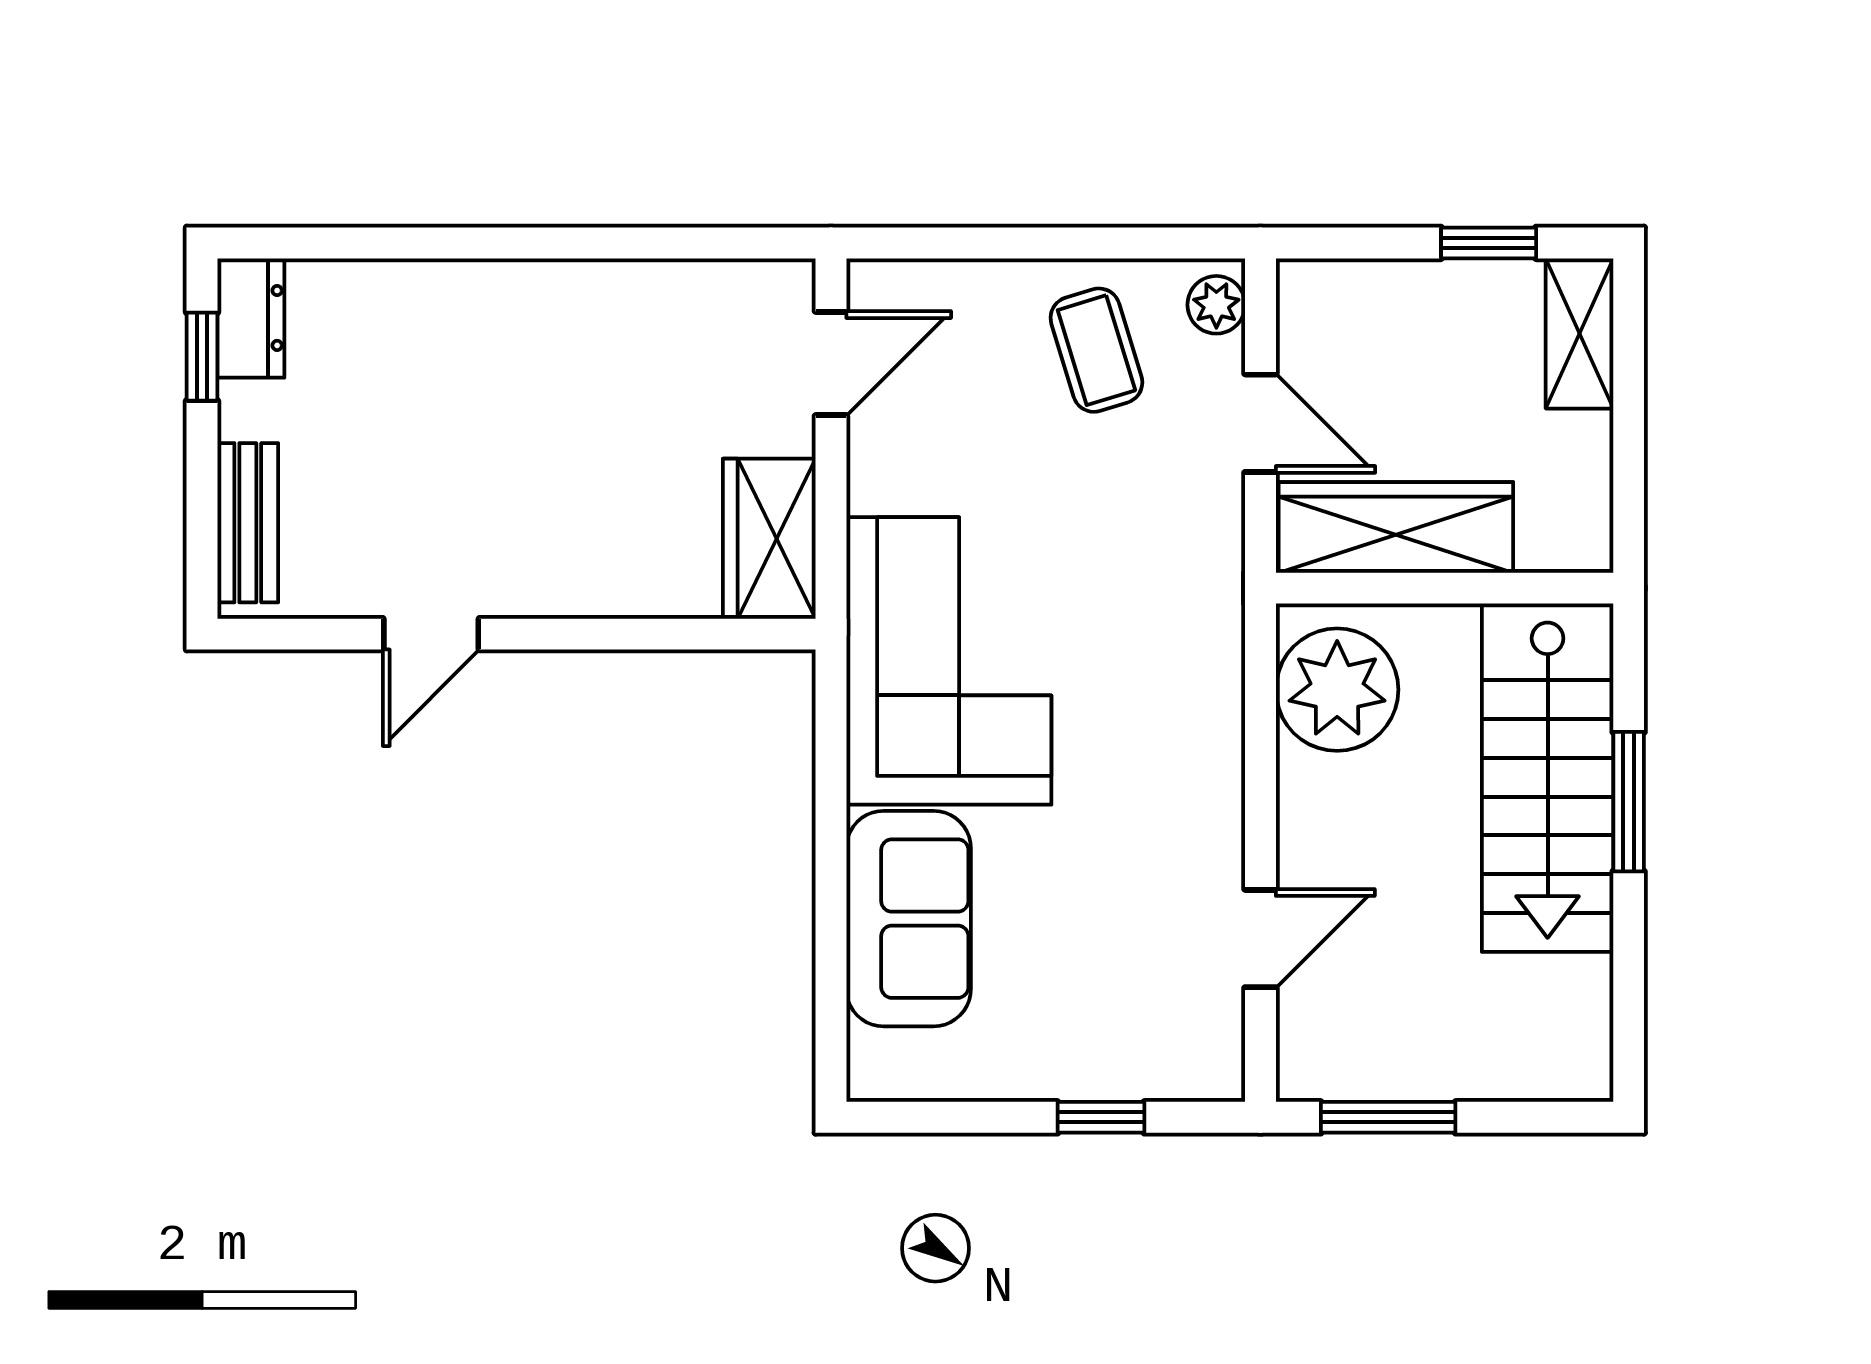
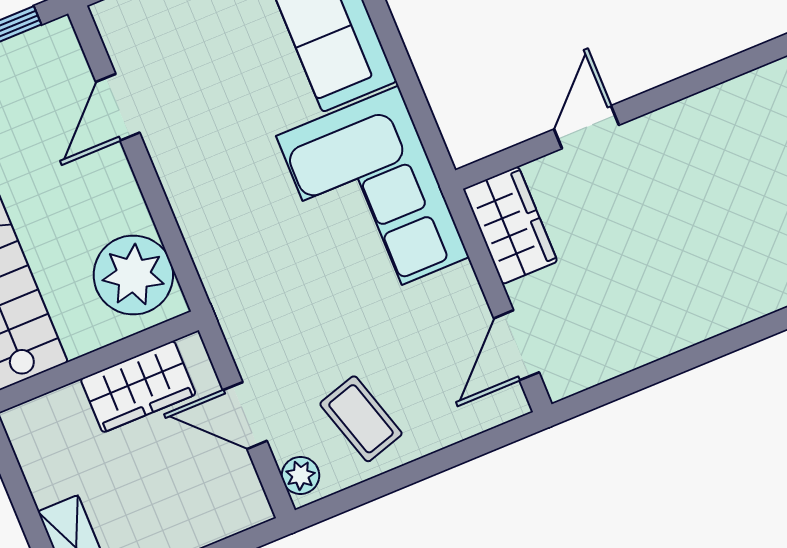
wardrobe: (1396, 527) -> (138, 387), width x0.67
door: (431, 634) -> (587, 127), moved

